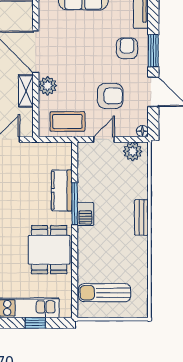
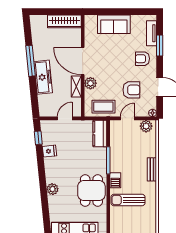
armchair: (127, 48) -> (142, 59), turned -90
window: (153, 51) -> (160, 46), moved
kitchen counter: (62, 190) -> (100, 133), moved
barbecue: (85, 214) -> (115, 180), moved
sun lounger: (105, 293) -> (128, 200), moved

